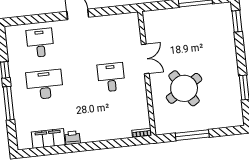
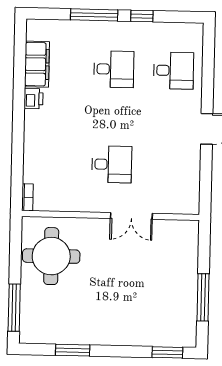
desk: (45, 85) -> (114, 69), width x0.73
round table: (184, 88) -> (51, 256), moved, turned 32
window: (192, 135) -> (14, 308), moved

